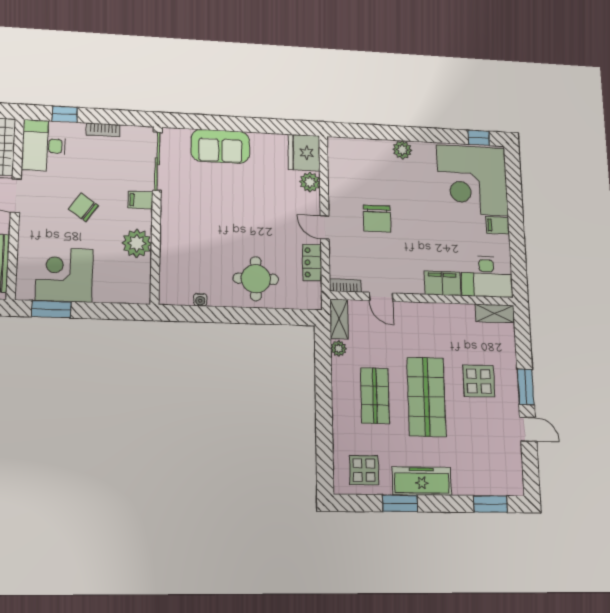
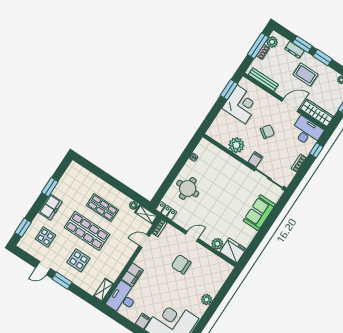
locker: (312, 263) -> (166, 211), moved
display table: (364, 470) -> (45, 237), moved
freezer: (422, 481) -> (50, 207), width x0.71

